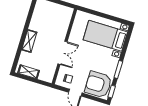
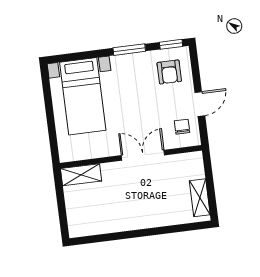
shelving: (29, 41) -> (81, 175), moved
armchair: (98, 84) -> (169, 72), width x0.53, depth x0.53

